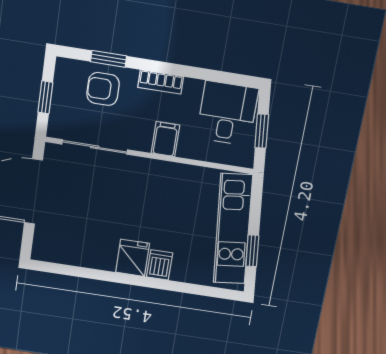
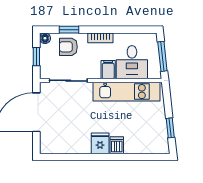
floor lamp: (64, 67) -> (45, 38), added
desk: (227, 113) -> (132, 62), moved, turned 180
window: (262, 131) -> (162, 56), width x1.50
kitchen unit: (233, 229) -> (126, 92), moved, turned -84

